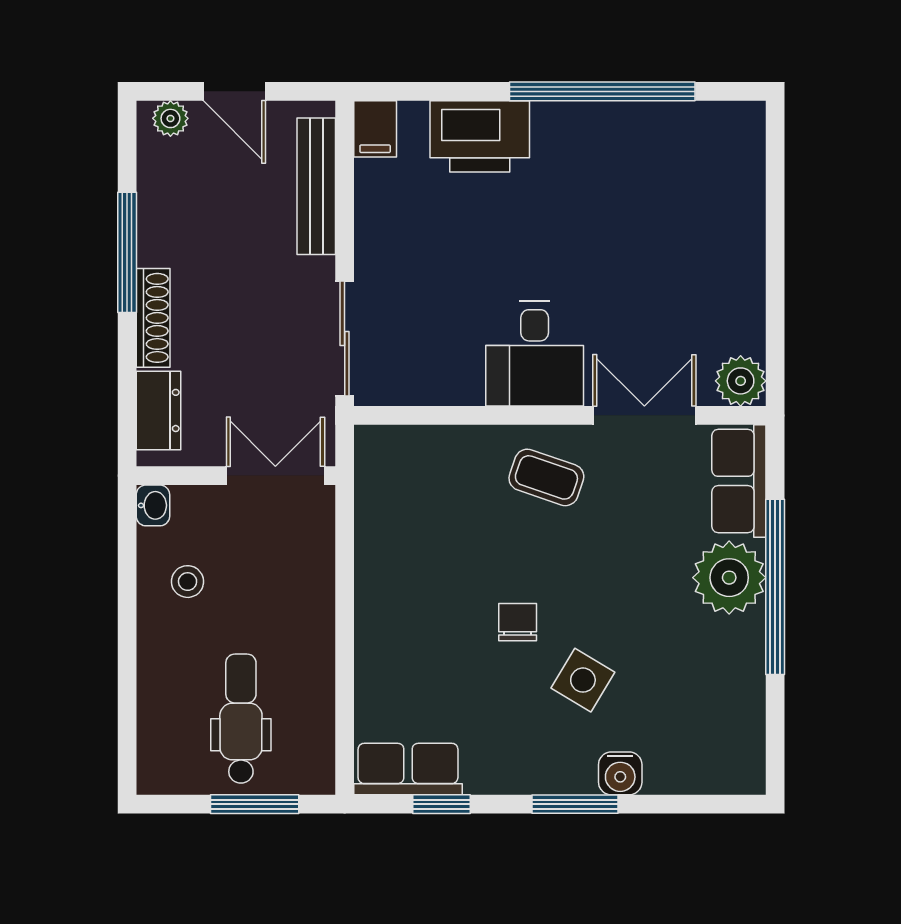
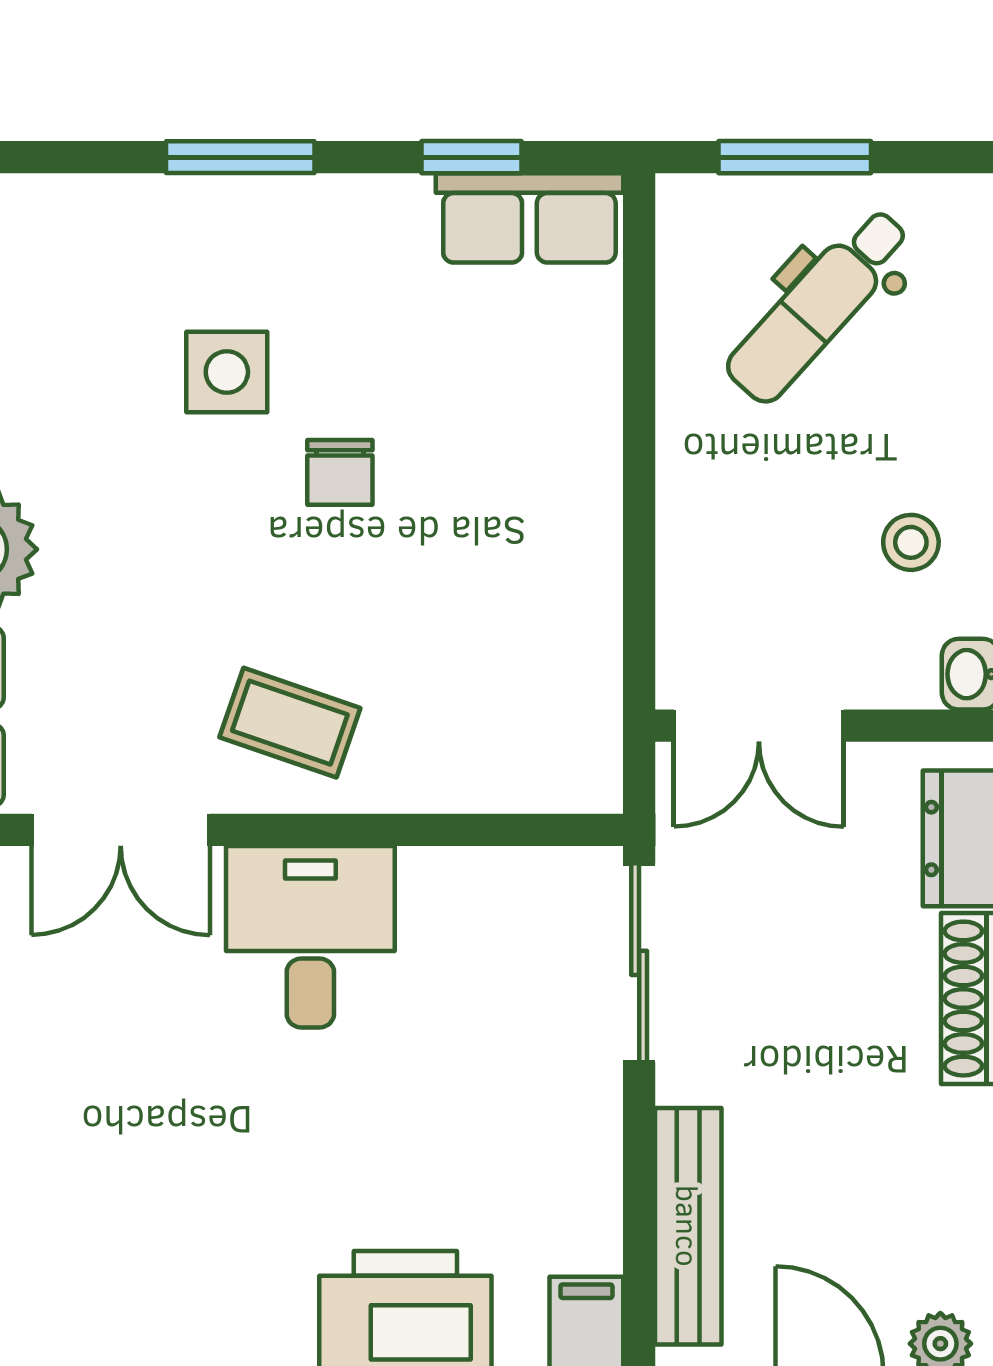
side table: (583, 680) -> (227, 372), turned -31
dental chair: (241, 719) -> (819, 305), turned 42
water cooler: (620, 773) -> (162, 211), removed

